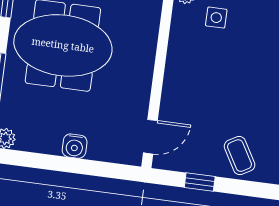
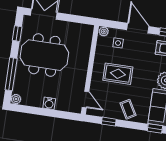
rug: (217, 82) -> (118, 74), added
door: (150, 137) -> (85, 99), hinge flipped

